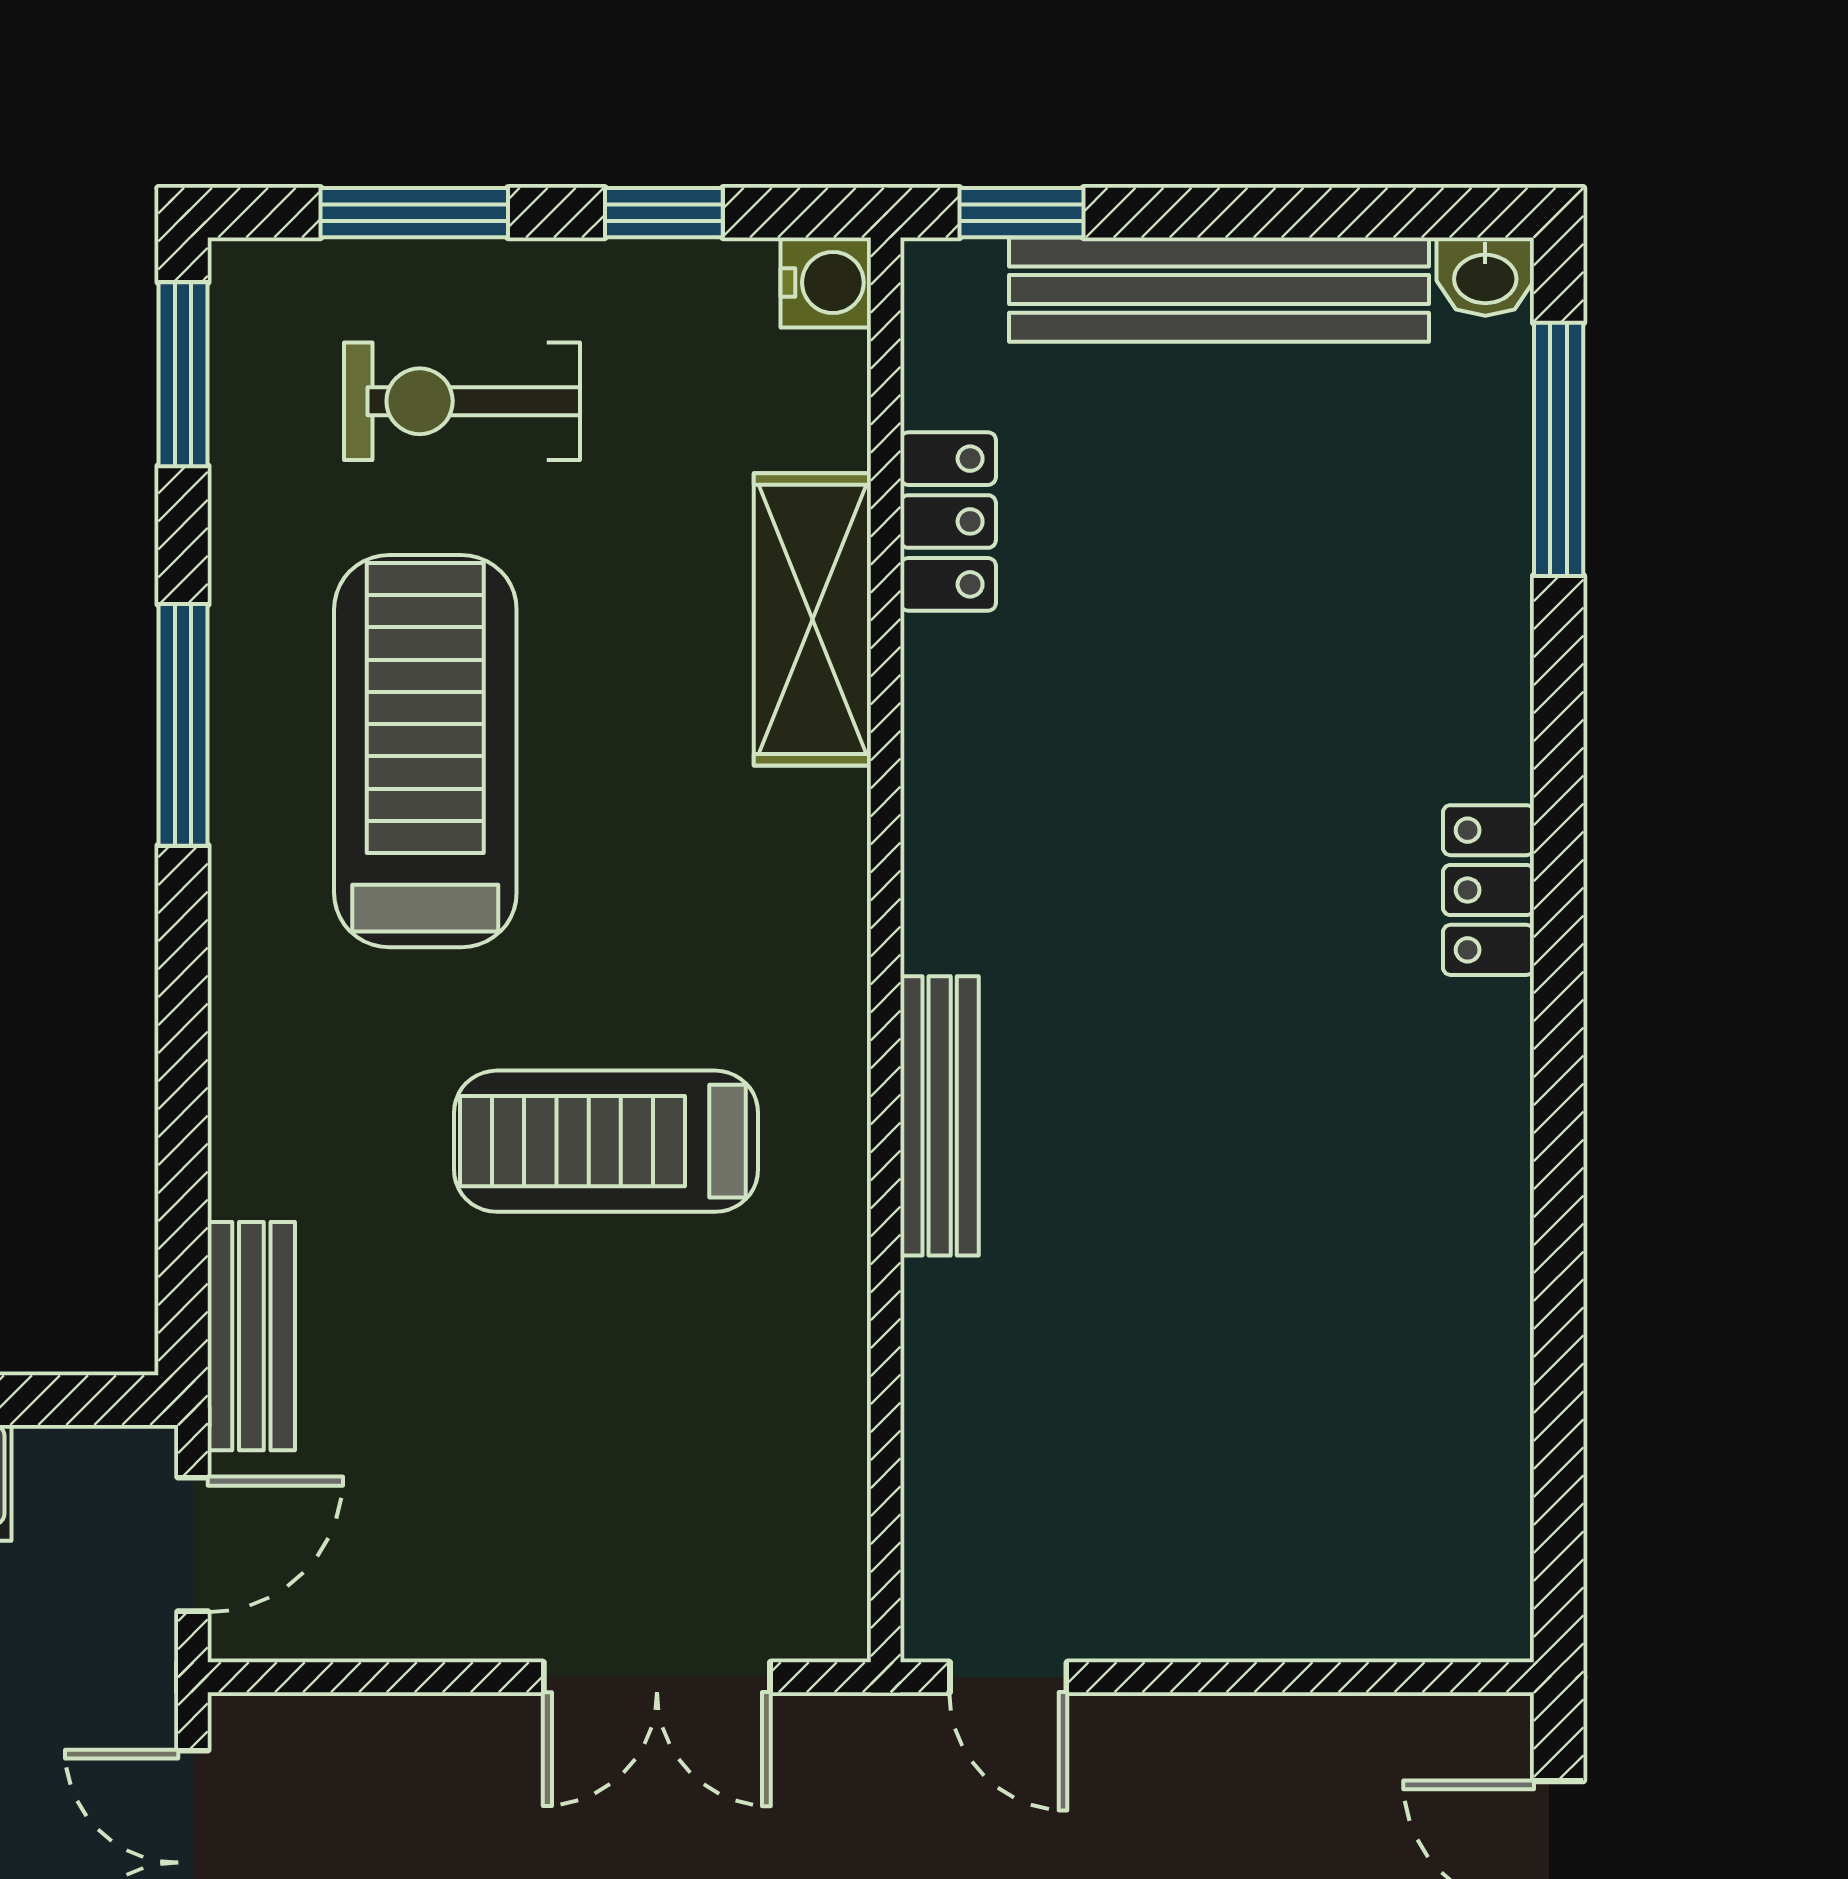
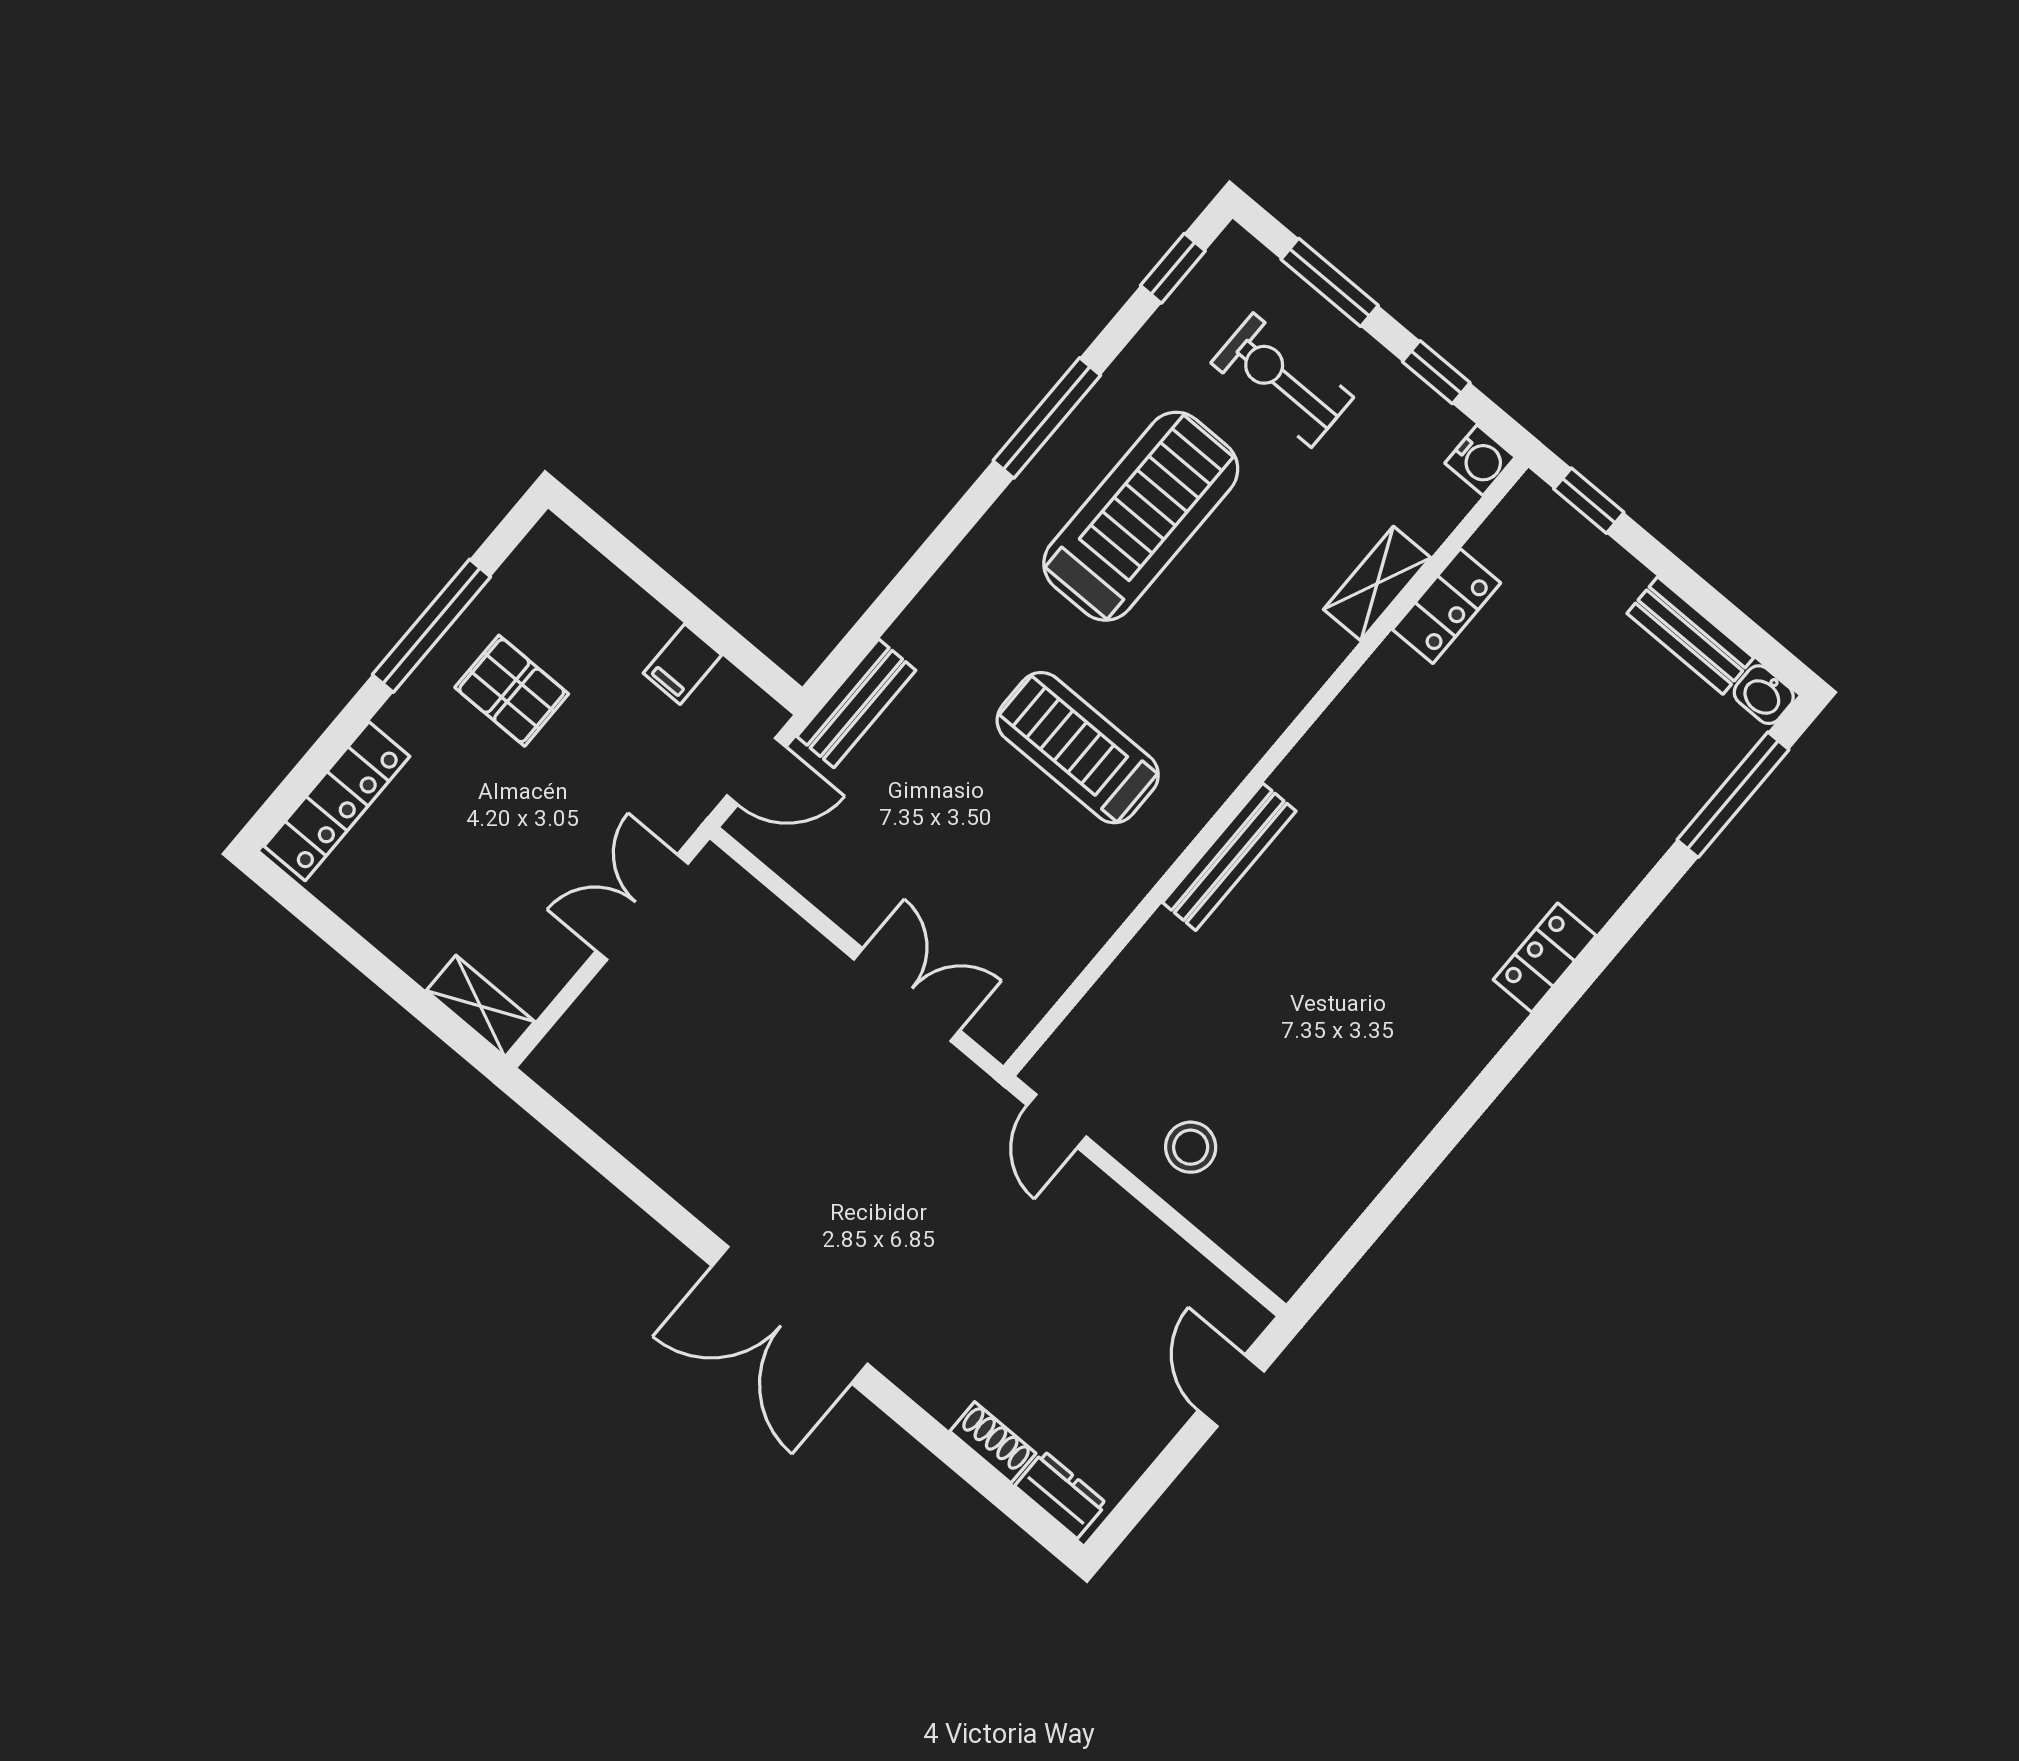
bench: (1219, 290) -> (1690, 636), width x0.54, depth x0.82
window: (183, 374) -> (1173, 268), width x0.67
shelving: (812, 619) -> (1377, 584), width x0.67, depth x0.75
stool: (1222, 1559) -> (1191, 1147), added
double door: (657, 1677) -> (907, 995), swing flipped

